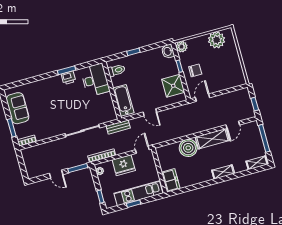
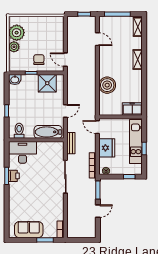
plant: (182, 47) -> (14, 47), moved
shelving: (212, 139) -> (105, 61), removed

